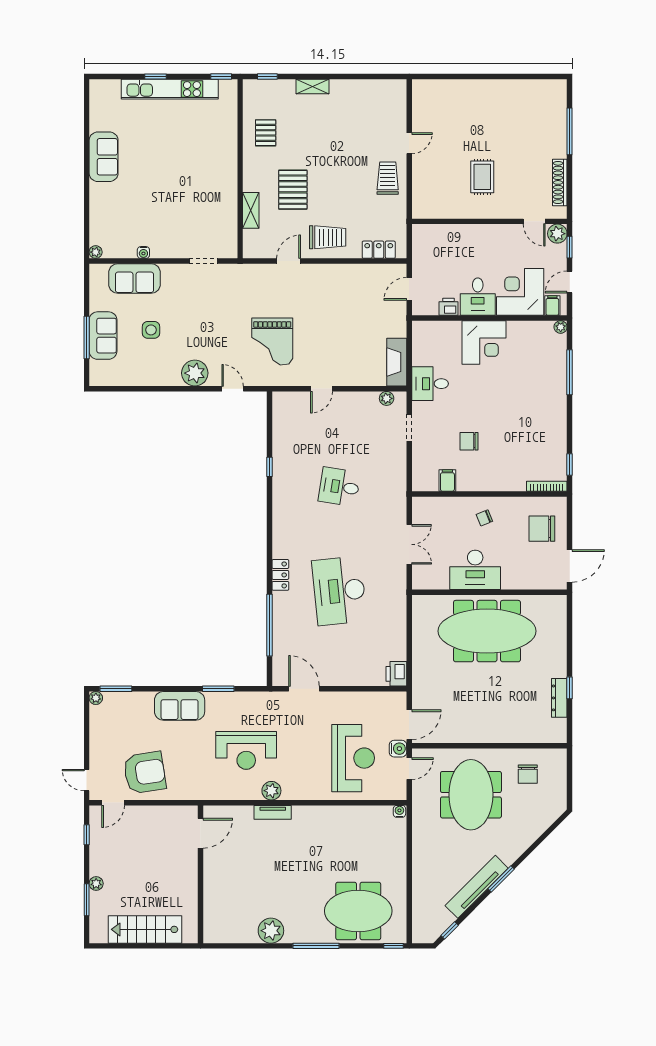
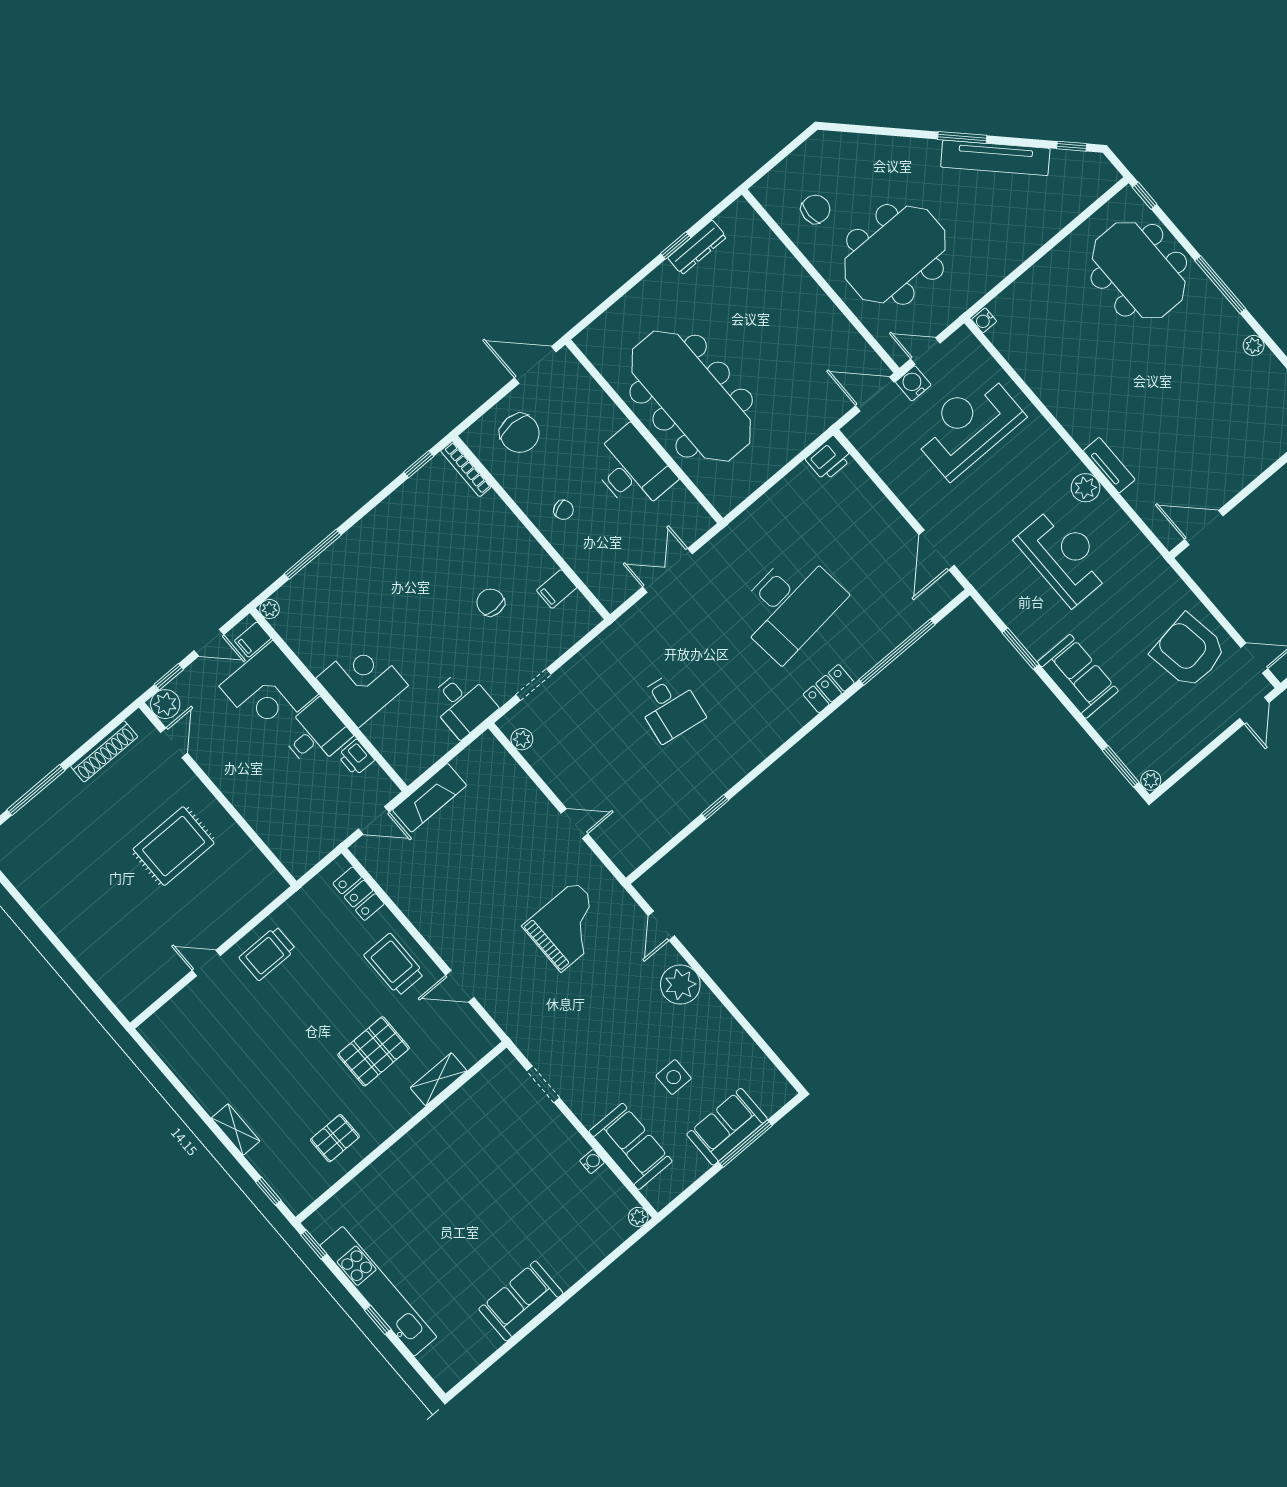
rug: (482, 177) -> (174, 846), width x1.36, depth x1.43
fireplace: (397, 362) -> (430, 798), moved
chair: (469, 441) -> (491, 602), turned 180
plant: (271, 931) -> (1254, 346), width x0.53, depth x0.53

